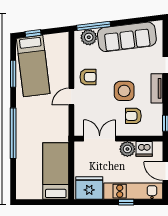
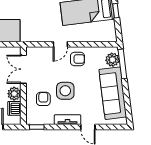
armchair: (88, 77) -> (77, 59), turned -90
door: (71, 97) -> (60, 44), swing flipped
double door: (100, 139) -> (23, 69), swing flipped

